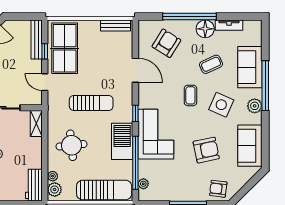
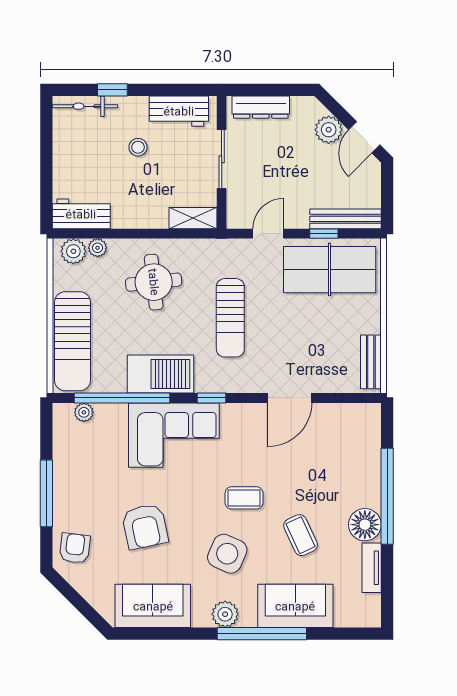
armchair: (166, 43) -> (339, 454), removed

